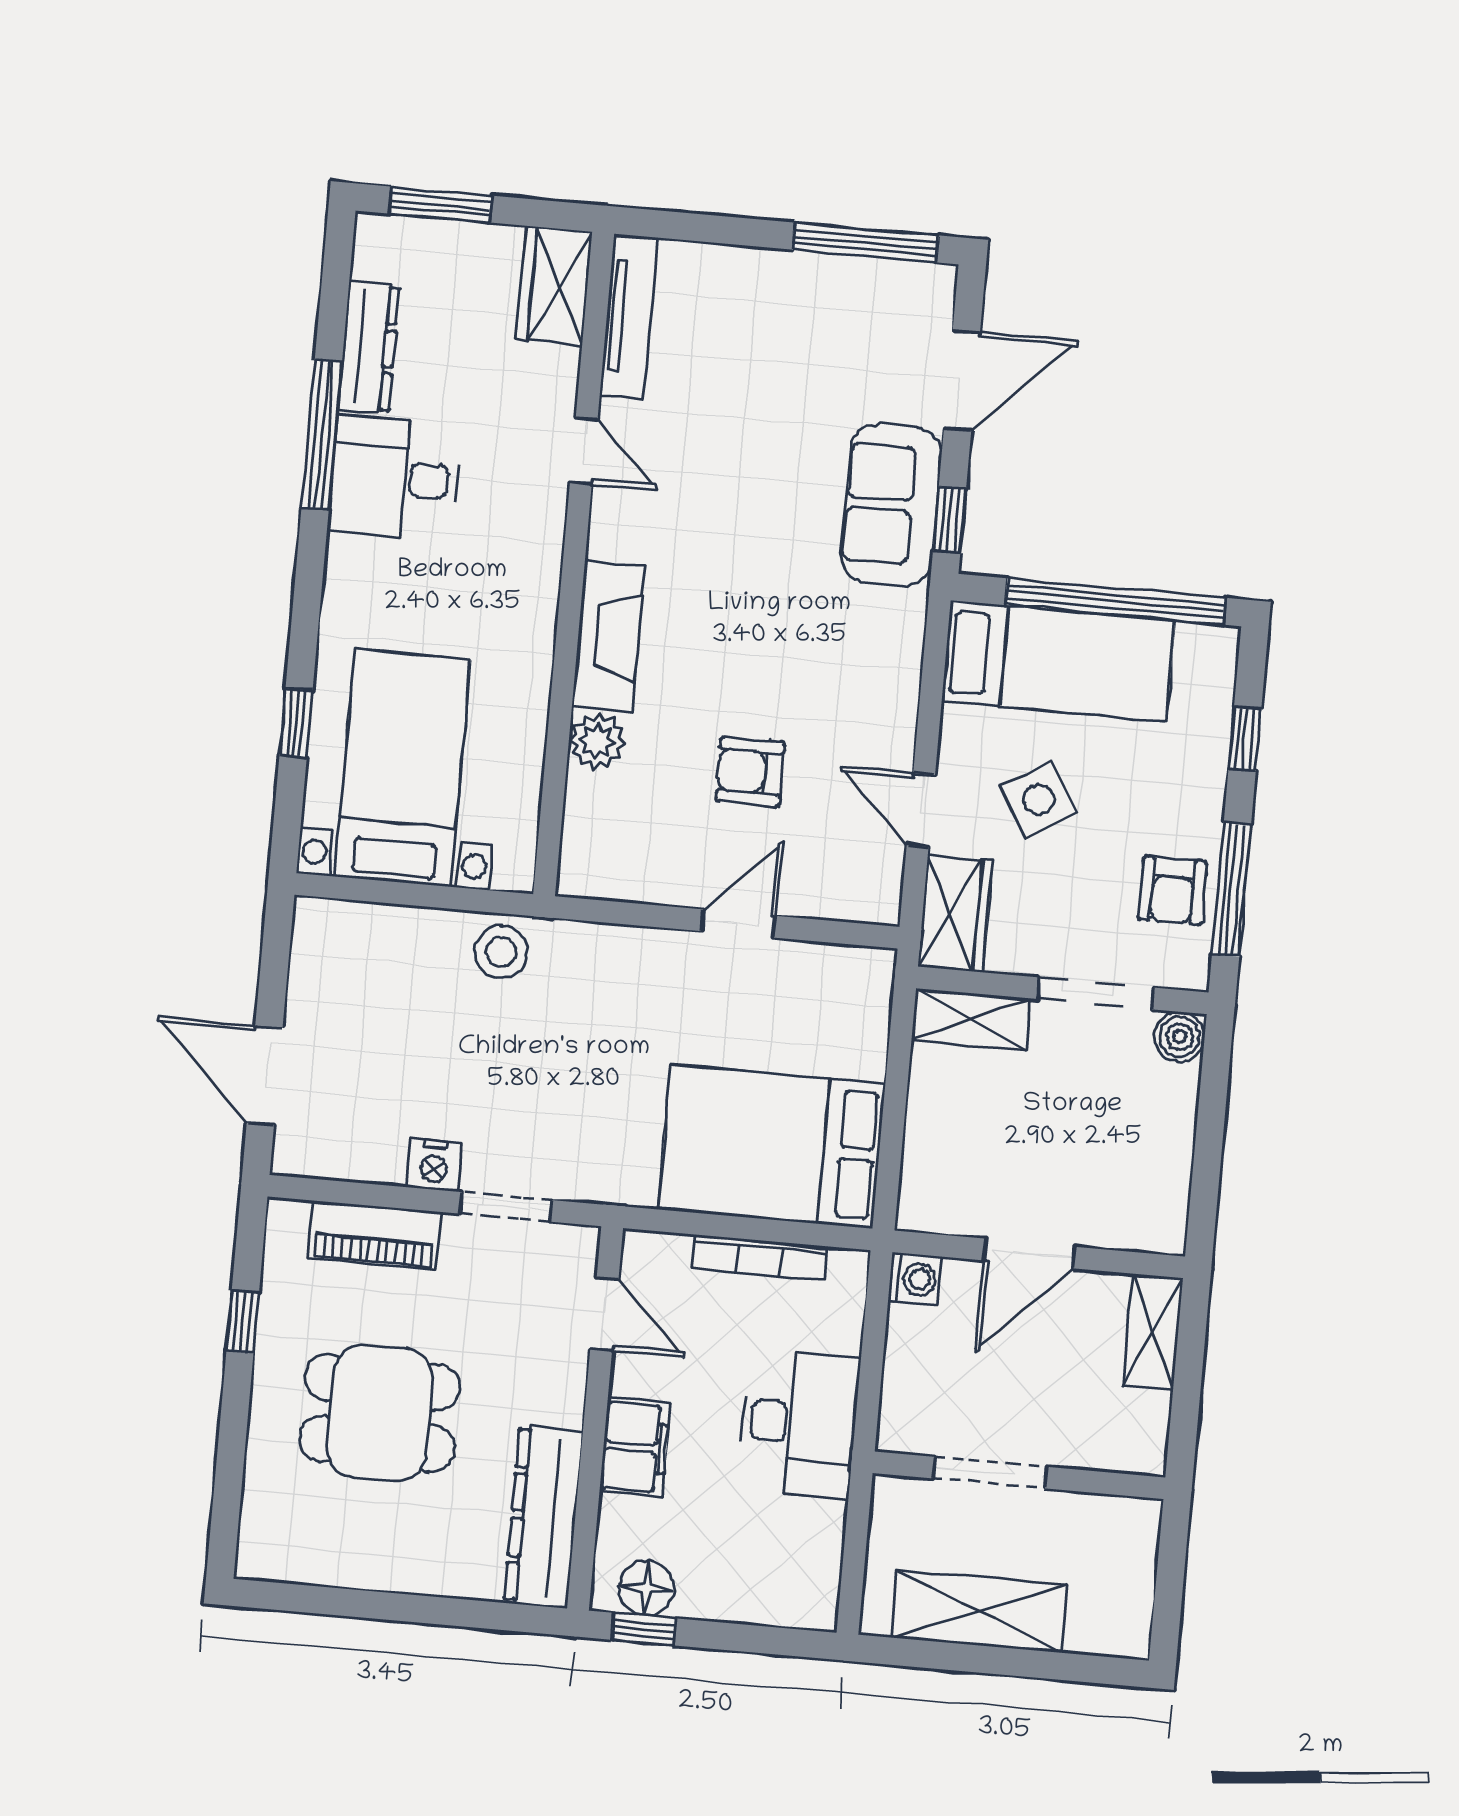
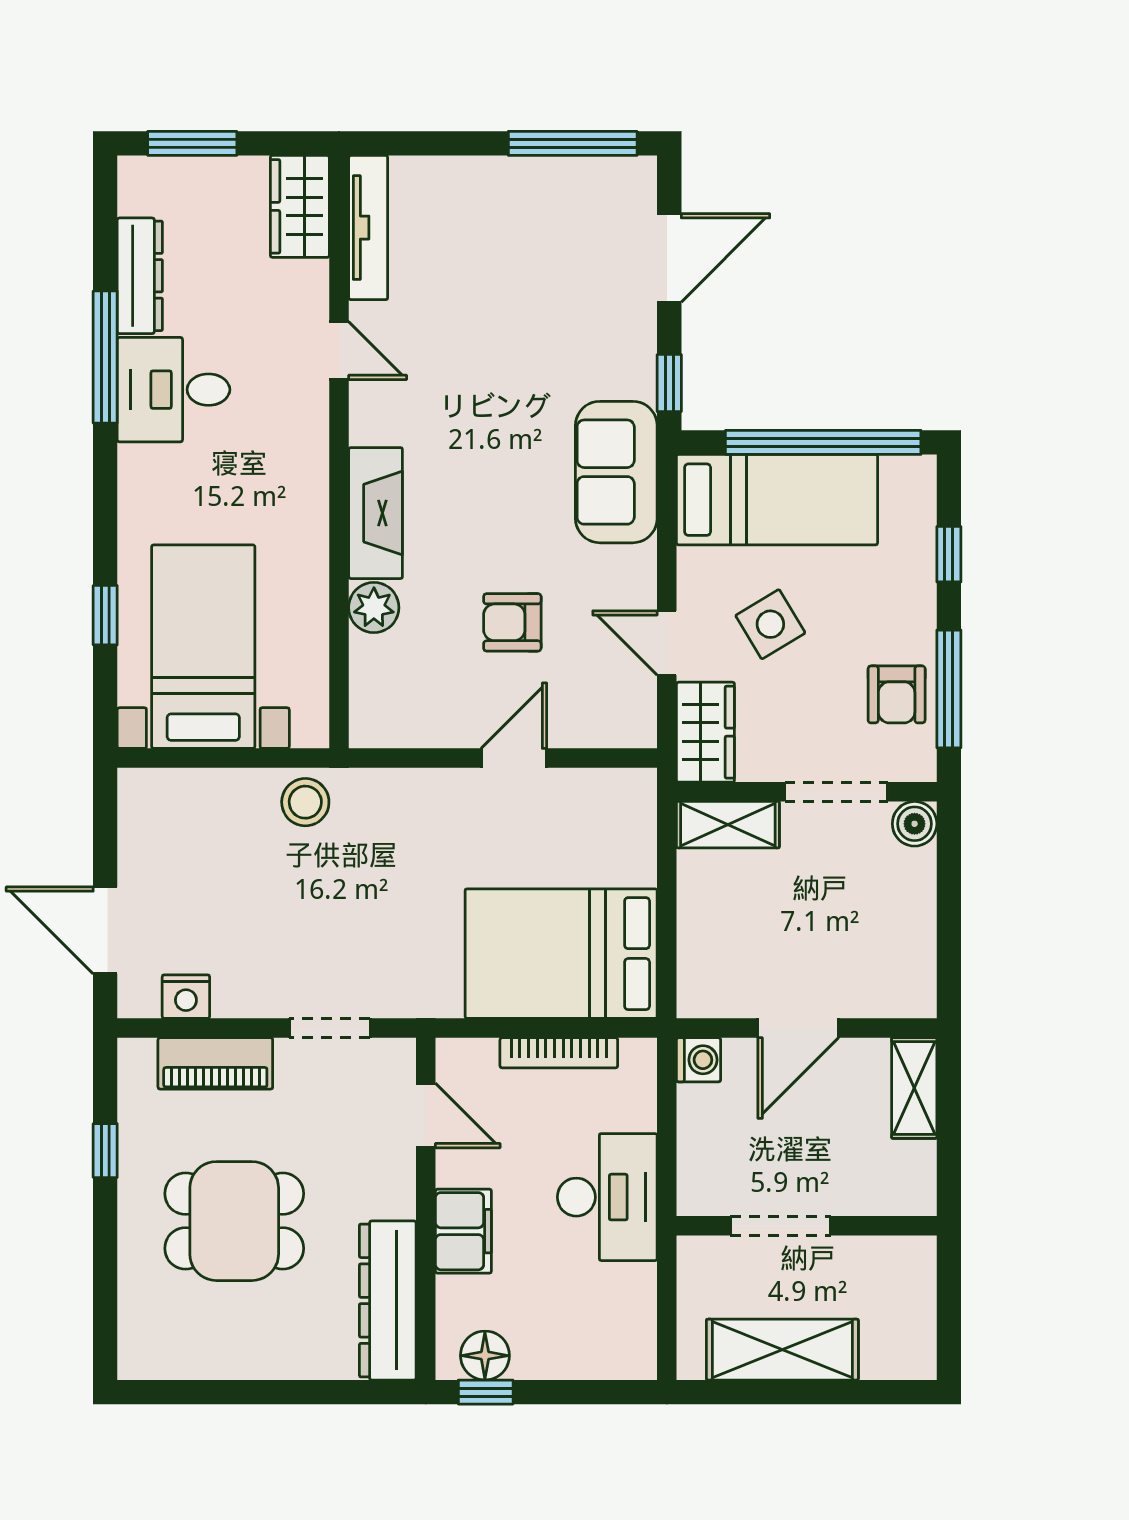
sofa: (891, 505) -> (616, 472), moved
nightstand: (434, 1165) -> (186, 997), moved

